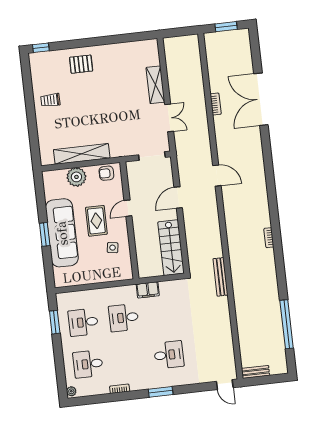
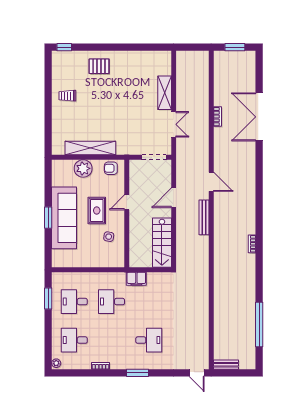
bench: (220, 277) -> (204, 217), moved

